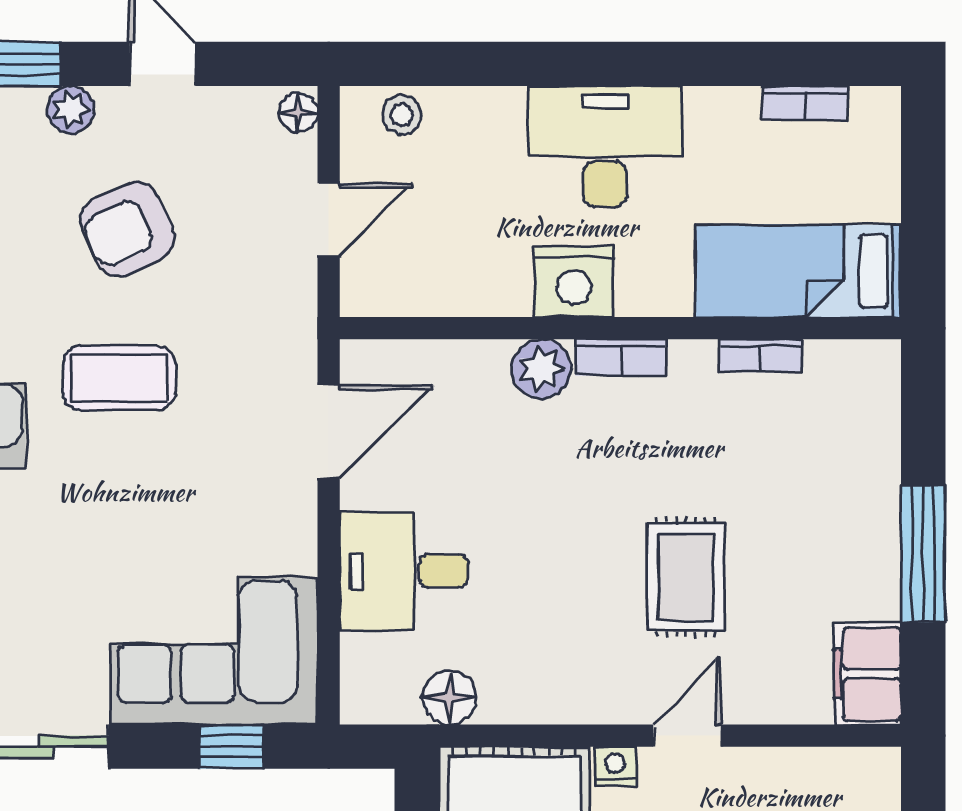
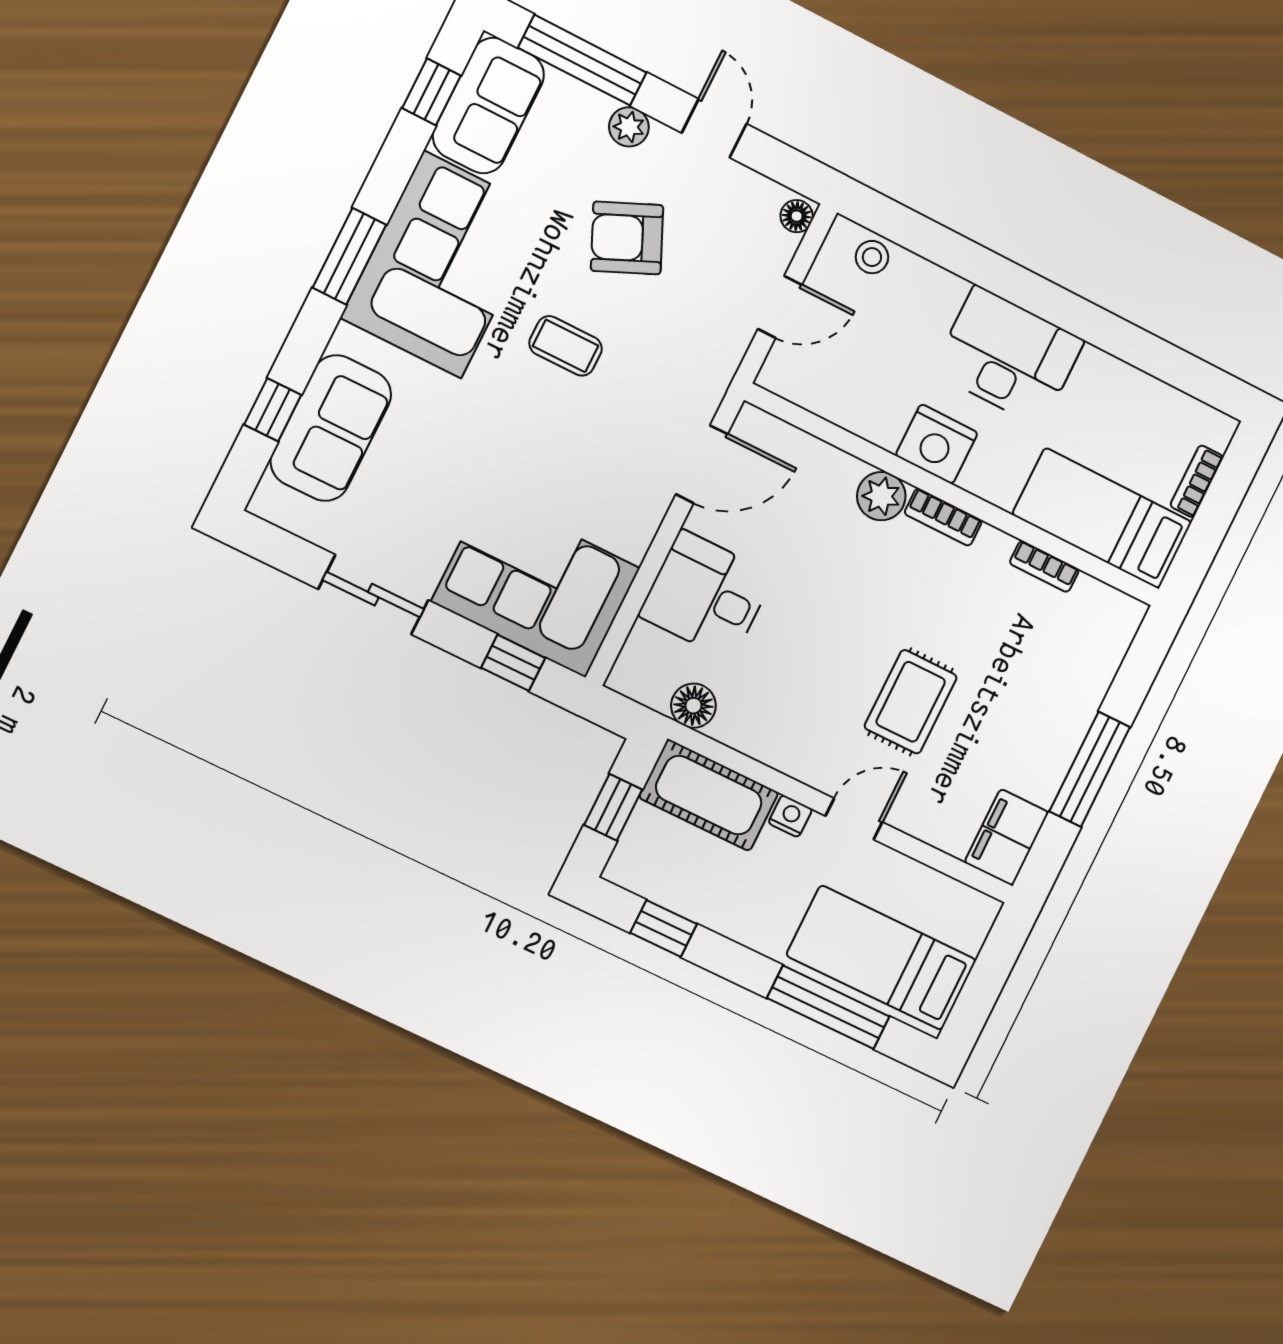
bookcase: (805, 103) -> (1197, 481), moved, turned 90
coffee table: (119, 378) -> (566, 346), width x0.73, depth x0.77

